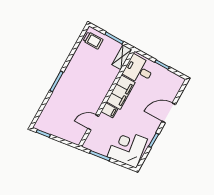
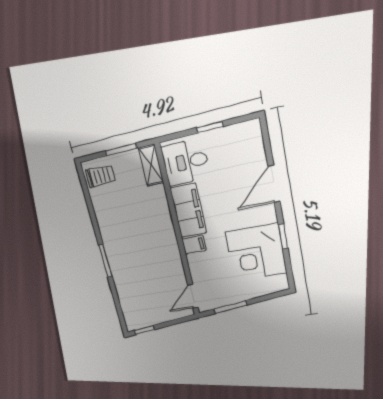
door: (93, 122) -> (193, 296), moved
corner desk: (127, 148) -> (256, 253), moved, turned -82

